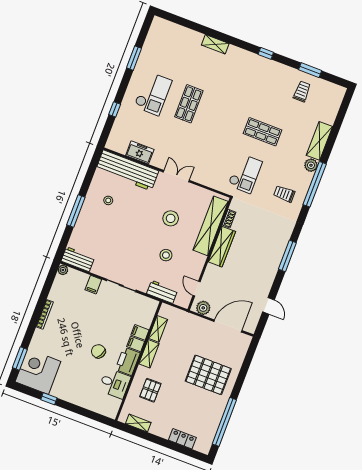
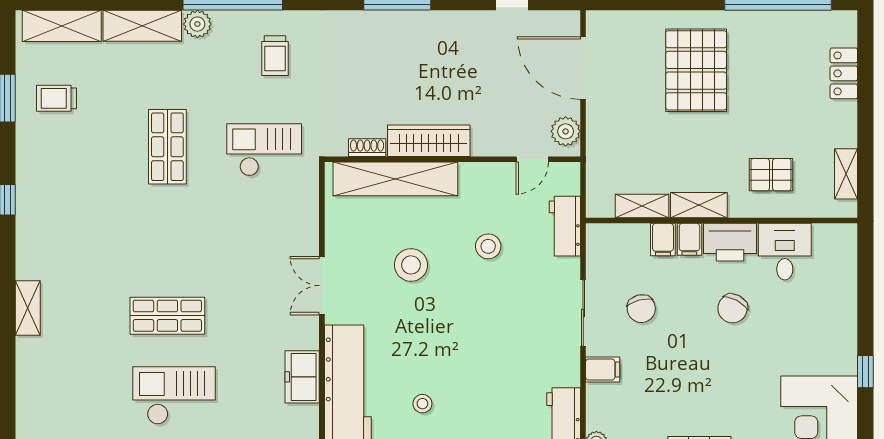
shelving: (333, 106) -> (62, 26), added
chair: (113, 312) -> (641, 309), added

